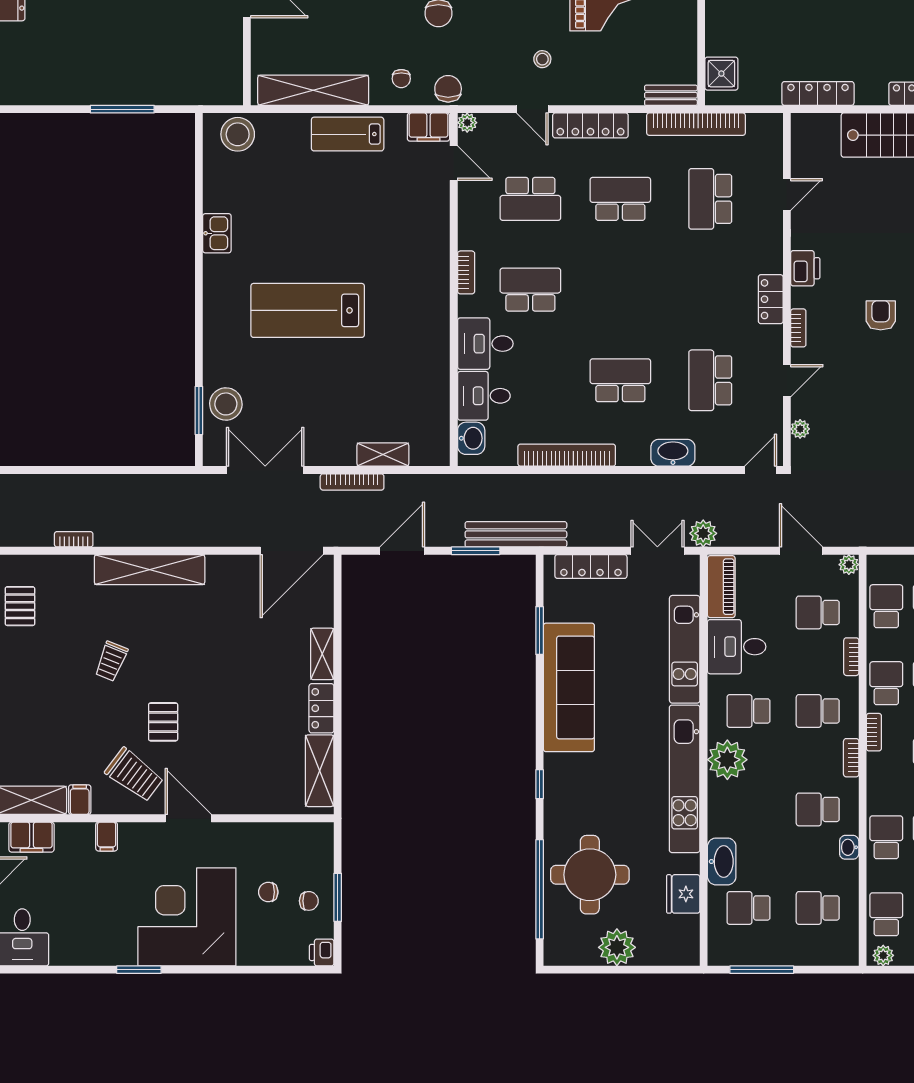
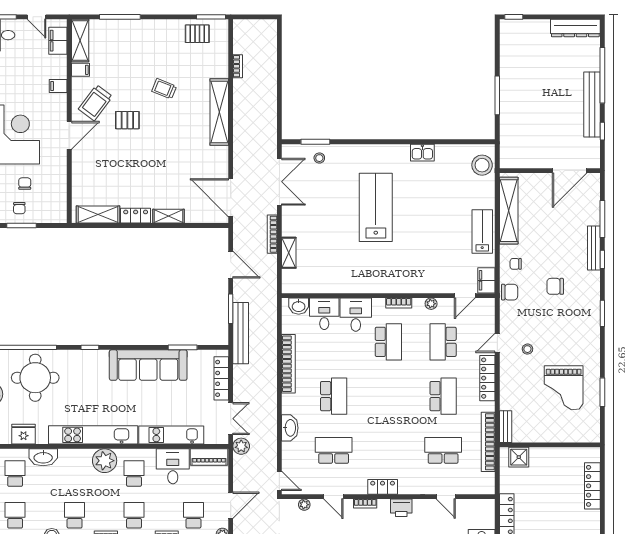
plant: (467, 123) -> (431, 304), moved
stool: (226, 404) -> (319, 158), width x0.53, depth x0.53

